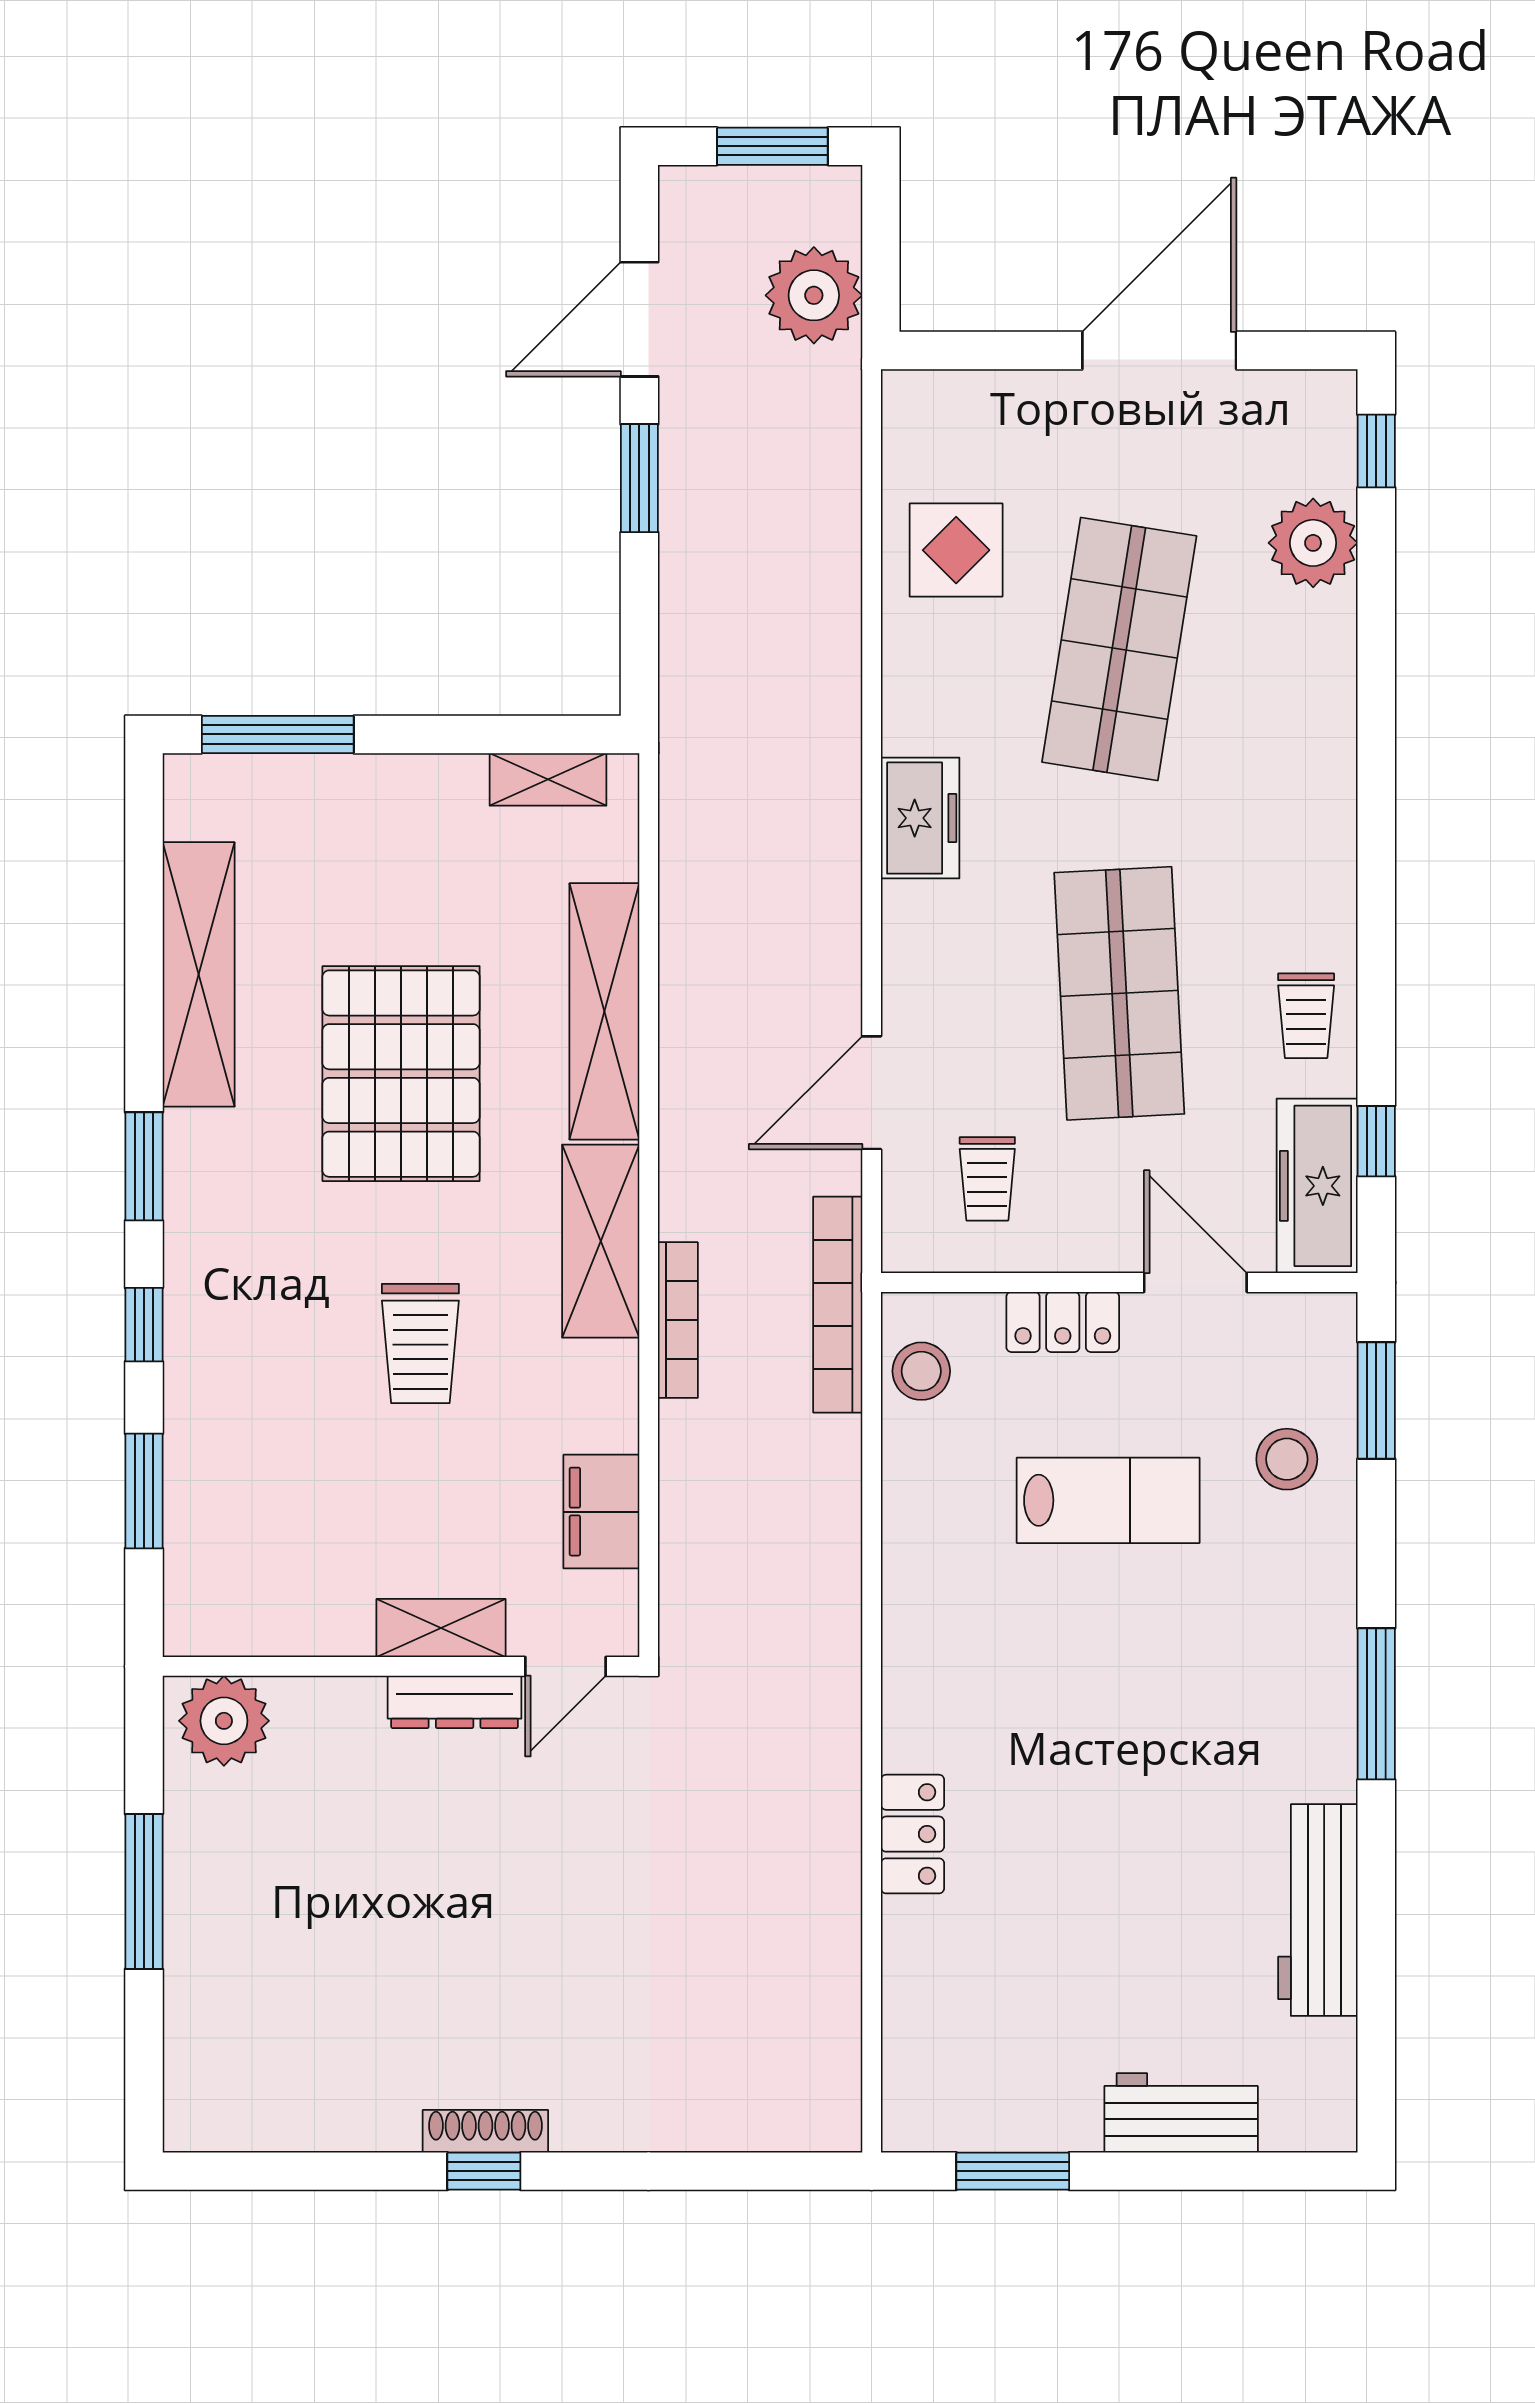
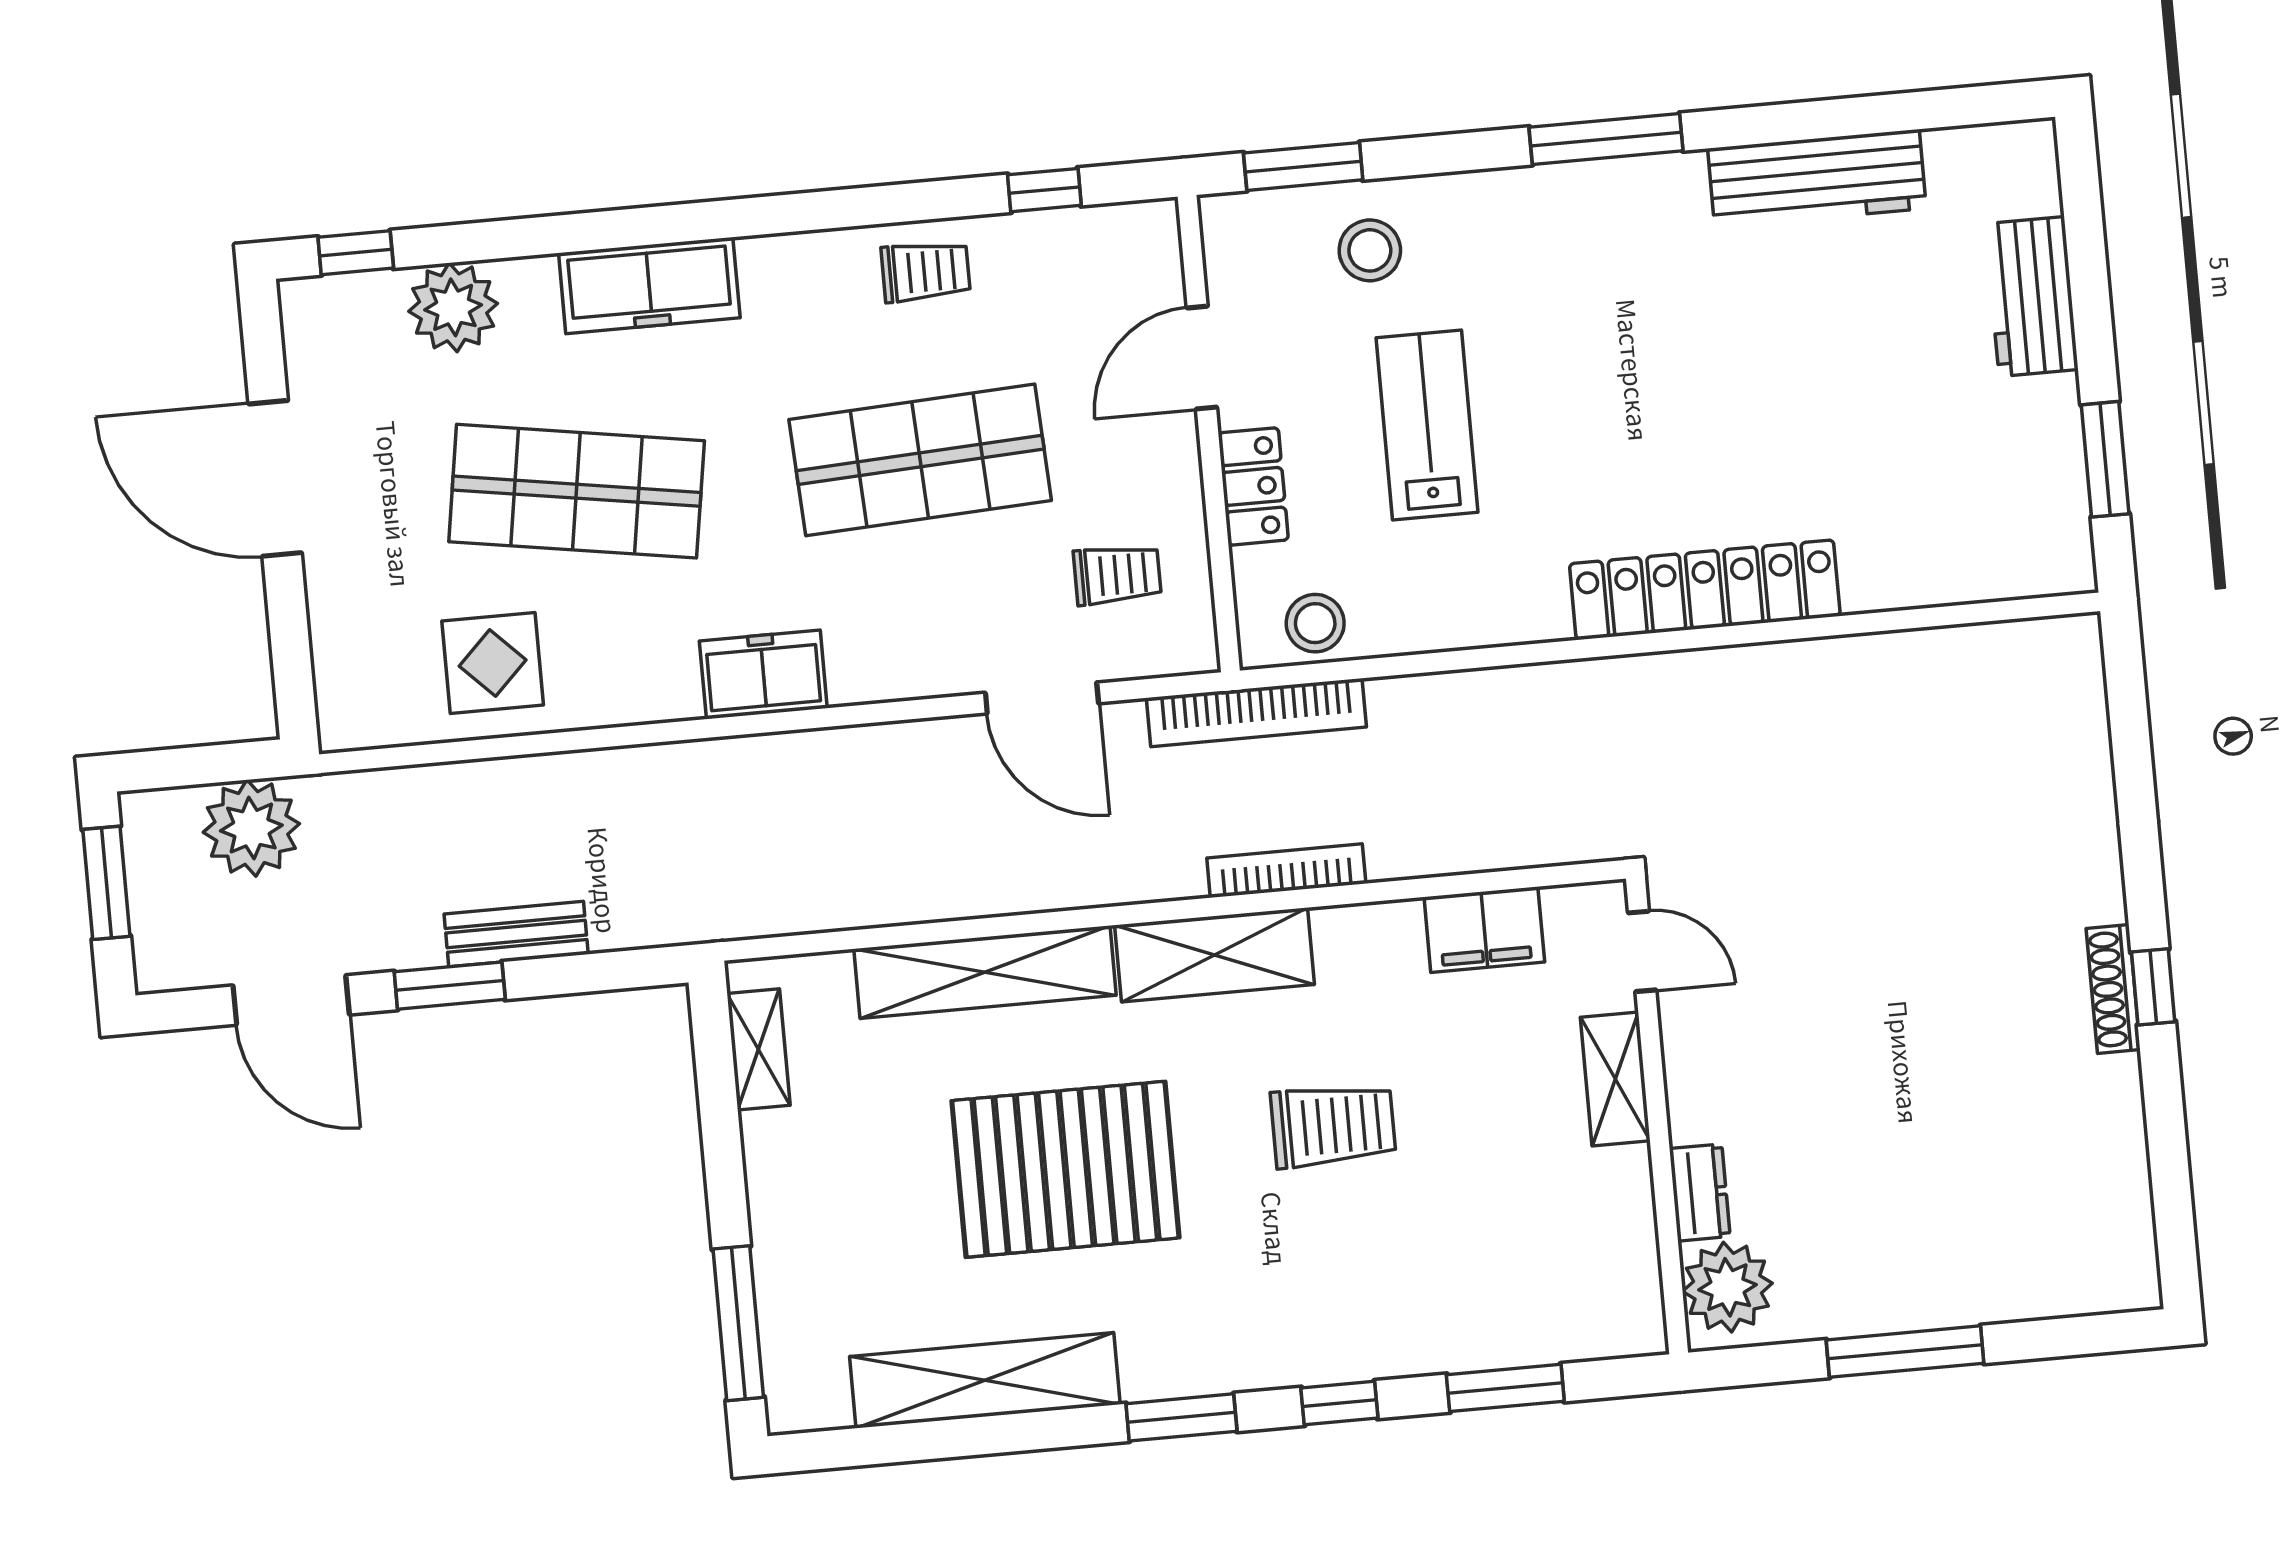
bench: (685, 549) -> (516, 934), added
freezer: (1317, 1186) -> (649, 285), moved
dresser: (455, 1702) -> (1700, 1193), moved, width x0.70
locker: (913, 1834) -> (1705, 590), width x2.16, depth x1.21

